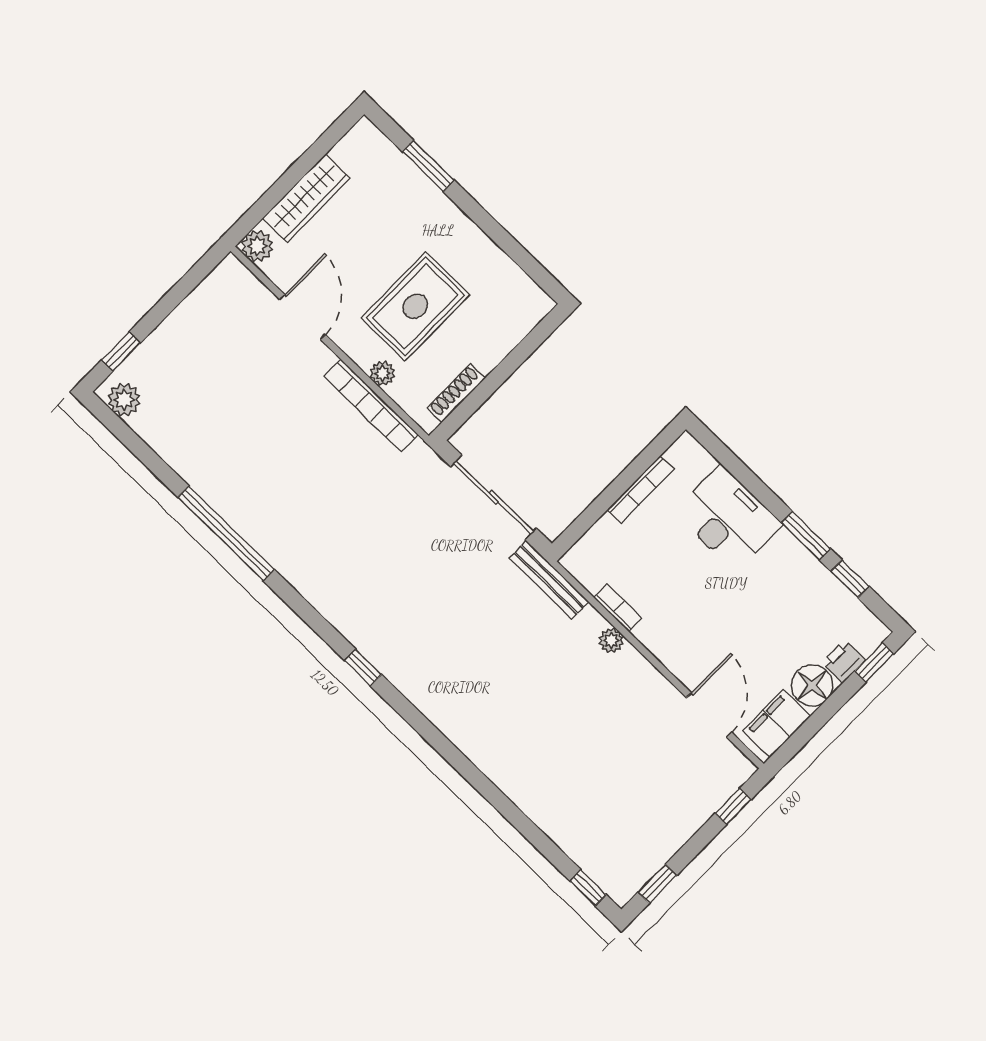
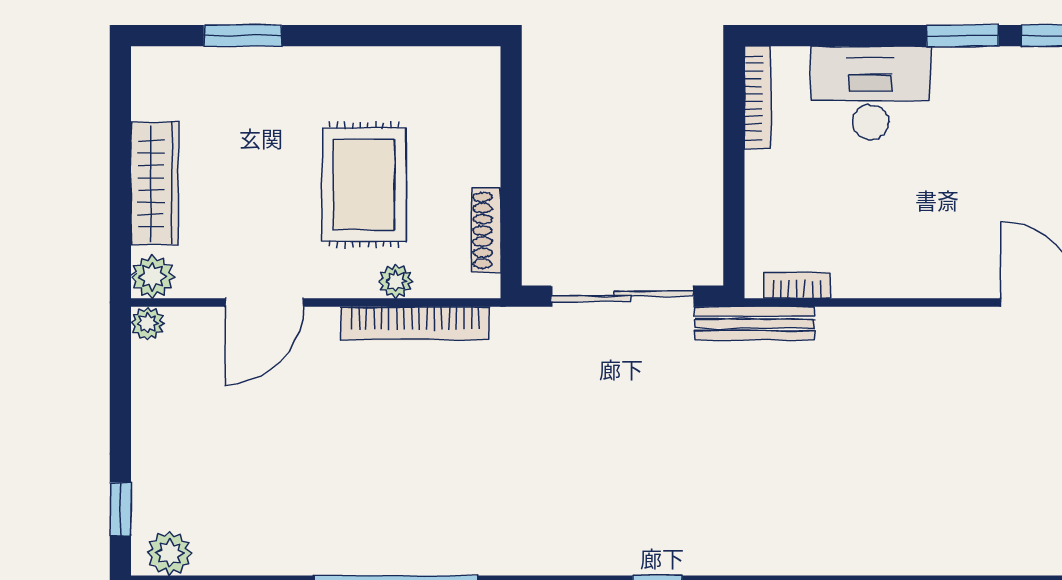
door: (303, 317) -> (264, 303), swing flipped
bookcase: (640, 489) -> (757, 98), moved
bookcase: (618, 608) -> (797, 285), moved
plant: (611, 641) -> (148, 323), moved

